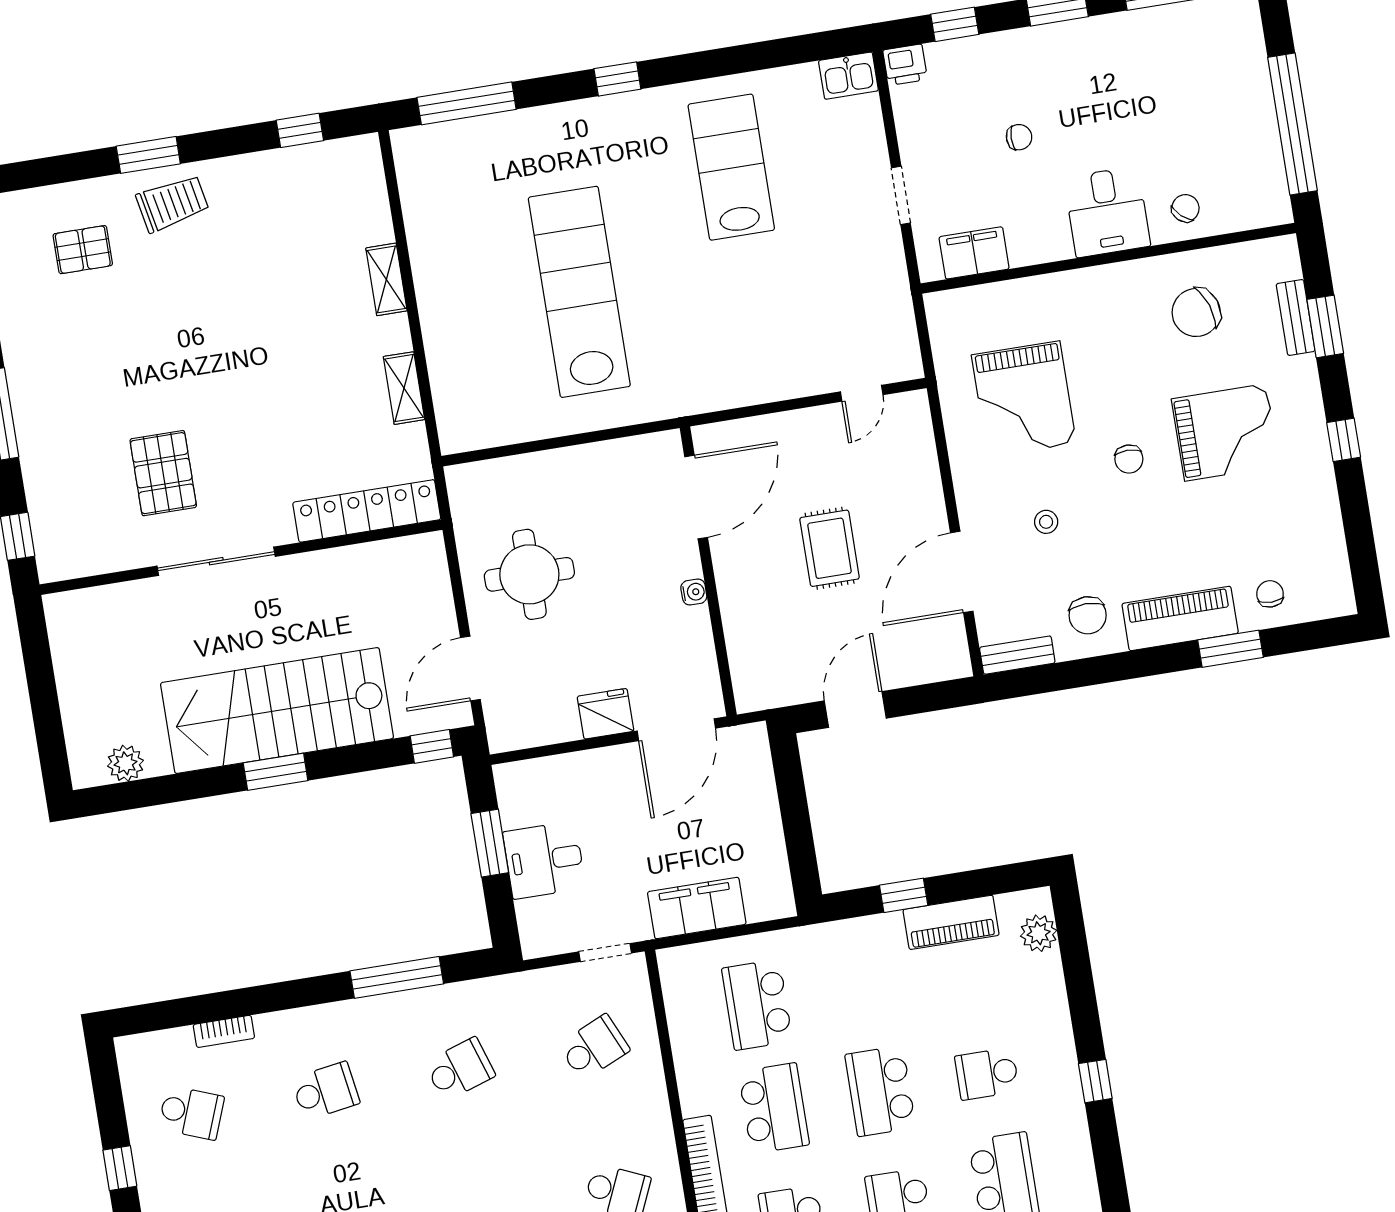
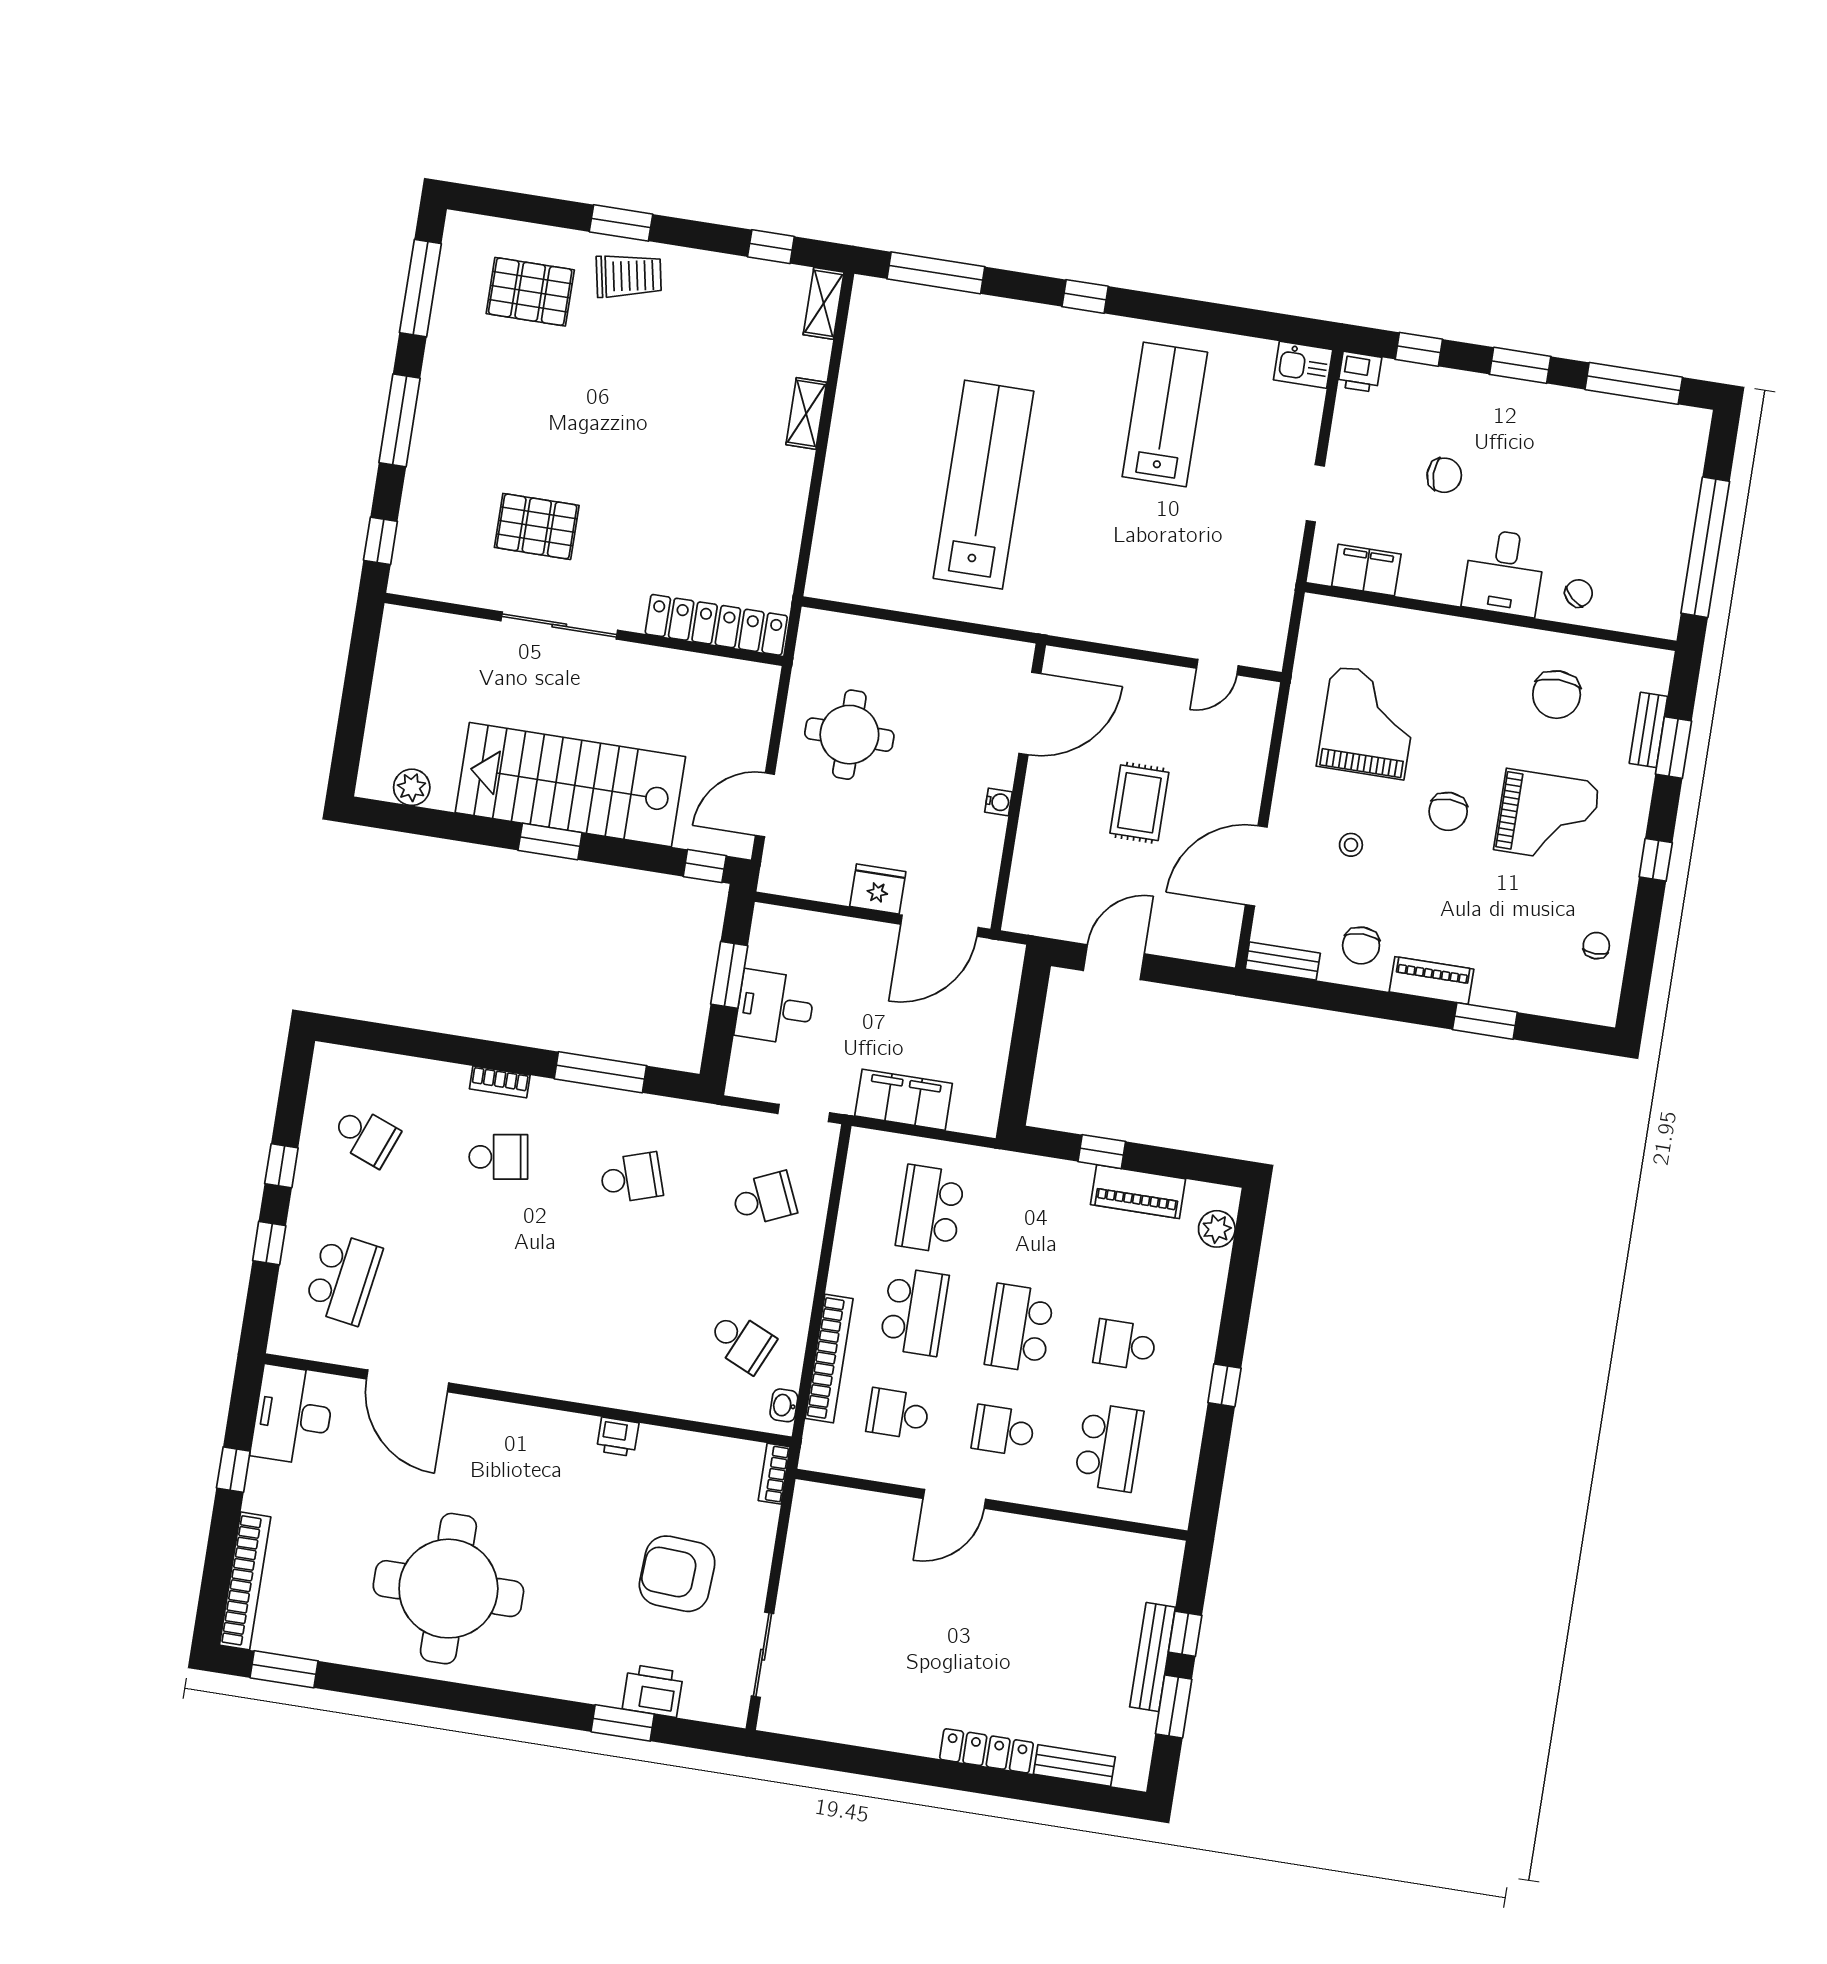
chair: (1019, 137) -> (1444, 475), width x1.37, depth x1.37
pallet: (83, 250) -> (530, 292), width x1.50, depth x1.42
chair: (1196, 312) -> (1557, 695), turned -71
shelving: (404, 388) -> (824, 303), moved
grand piano: (1024, 399) -> (1368, 723), turned 180
chair: (1129, 459) -> (1448, 811), width x1.37, depth x1.37
pallet: (163, 473) -> (537, 526), turned 90
chair: (1270, 594) -> (1596, 946), moved
piano: (1180, 618) -> (1432, 980), width x0.73, depth x0.75
bookcase: (224, 1031) -> (500, 1082), moved

